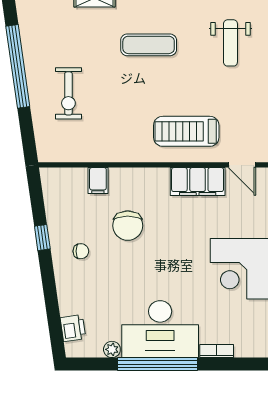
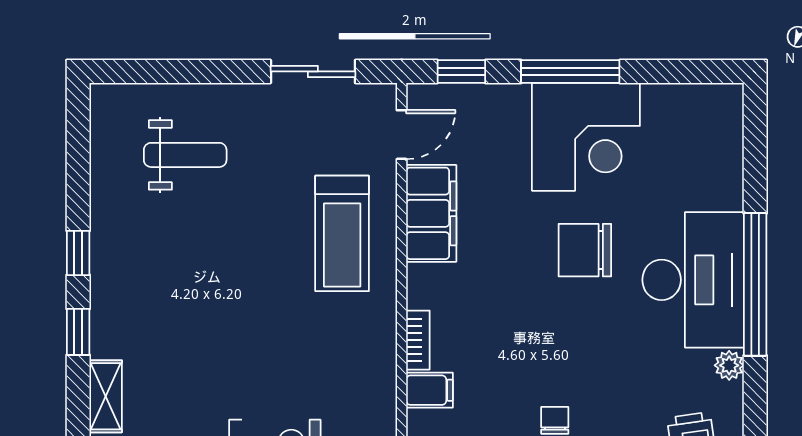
exercise mat: (149, 45) -> (189, 300), removed
chair: (128, 226) -> (585, 250), moved, turned 180
bookcase: (217, 351) -> (418, 340), moved, turned 180

